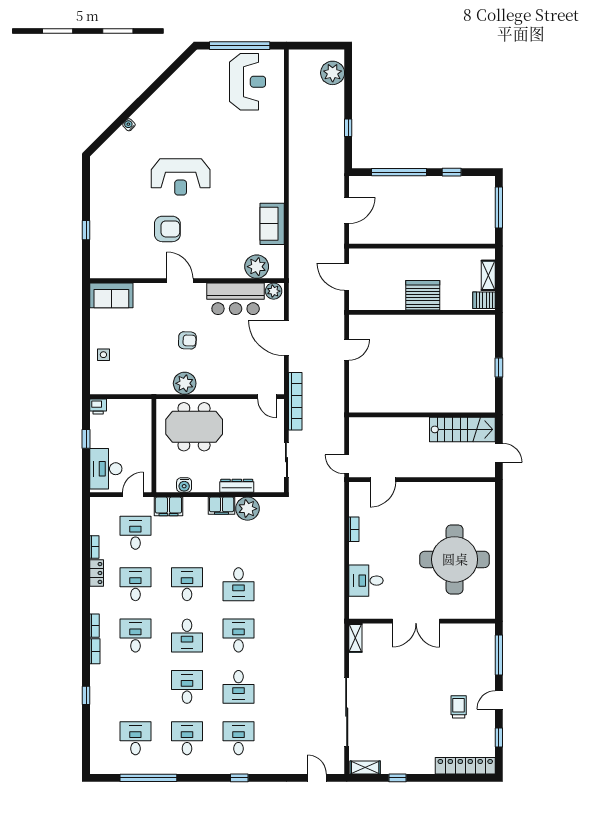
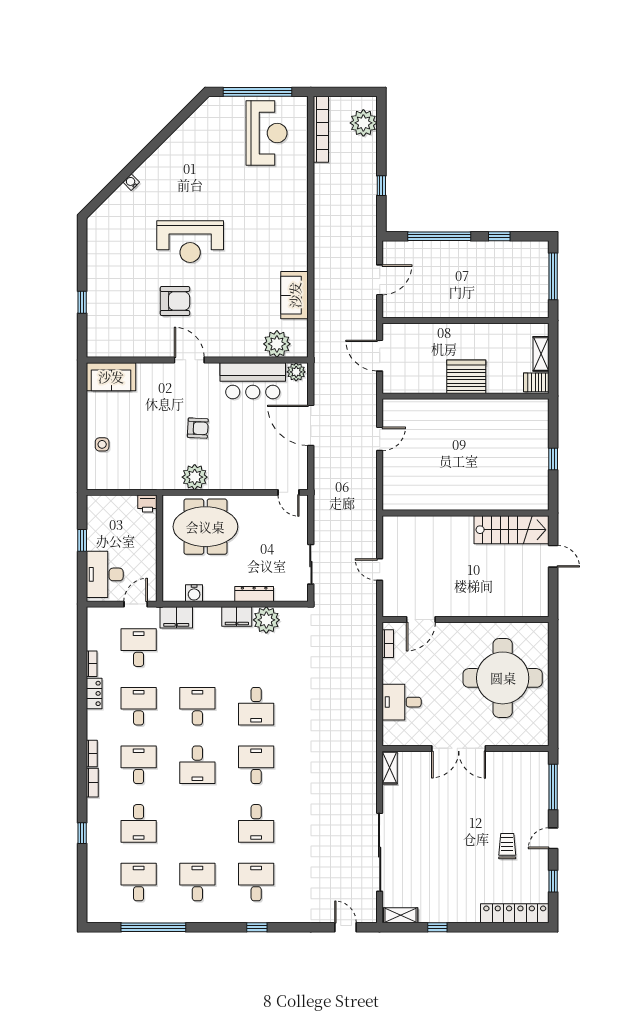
bookcase: (295, 401) -> (321, 129), moved
printer: (98, 407) -> (147, 504), moved
door: (383, 480) -> (421, 620), moved
wall: (422, 480) -> (466, 620), moved
desk: (187, 687) -> (139, 823), moved, turned 180

